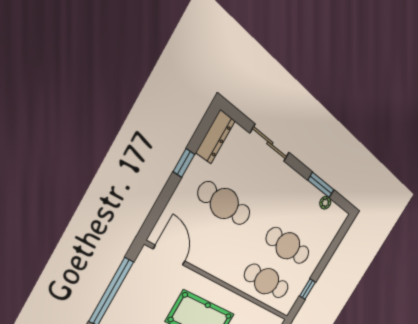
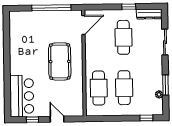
window: (307, 289) -> (146, 118), moved

